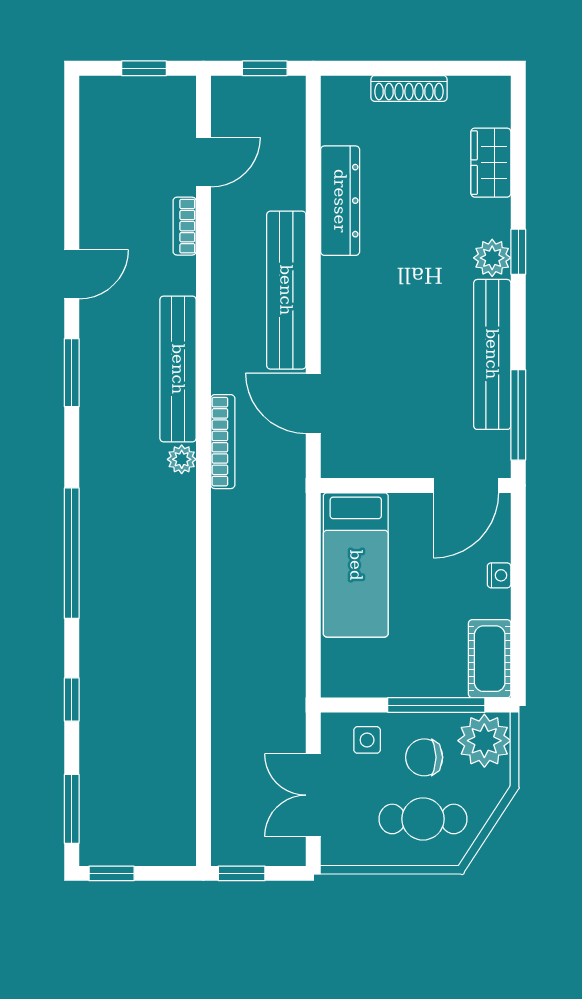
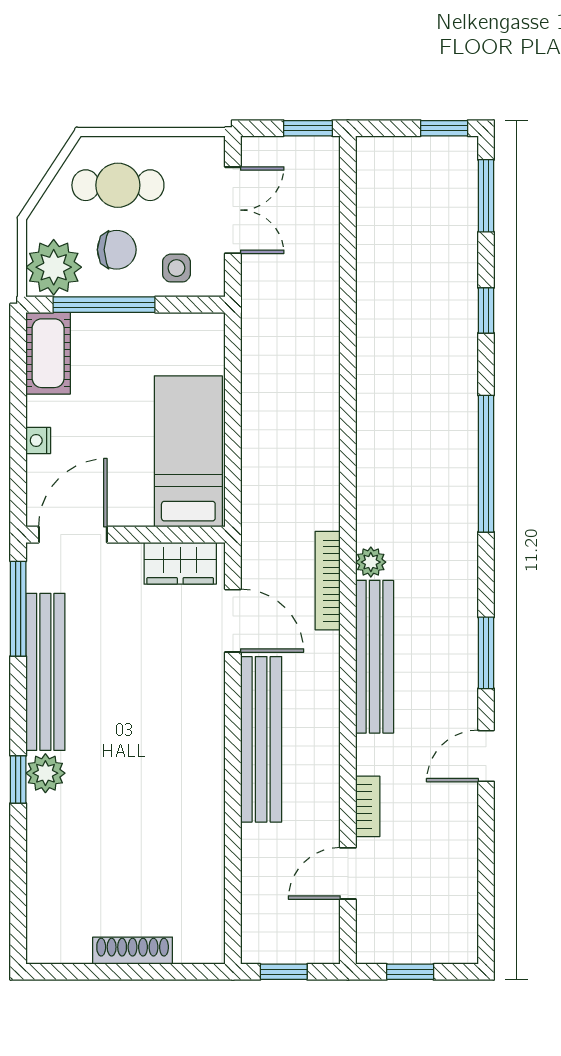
wardrobe: (491, 163) -> (180, 563), moved, turned 90
dresser: (340, 201) -> (205, 833), removed

